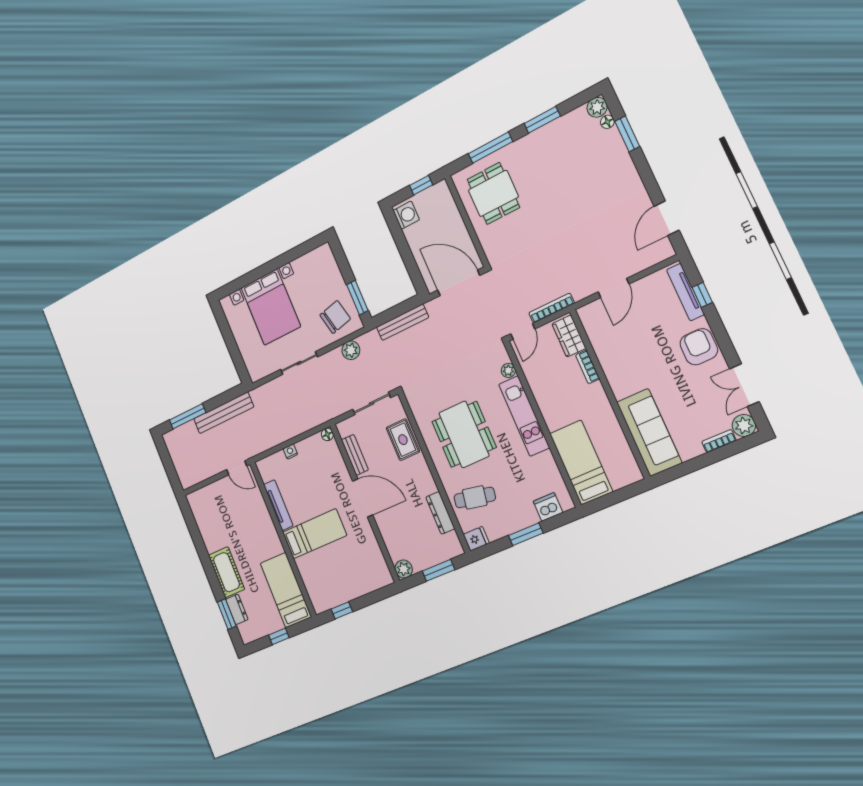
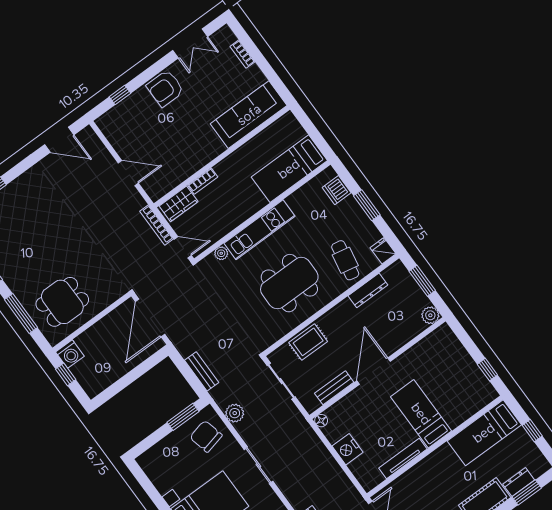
washing machine: (406, 215) -> (70, 354), moved, turned 180
tv unit: (686, 292) -> (120, 110), removed
bench: (403, 322) -> (202, 371), width x0.73
plant: (744, 425) -> (225, 37), removed
nightstand: (290, 452) -> (348, 449), width x1.89, depth x1.79

